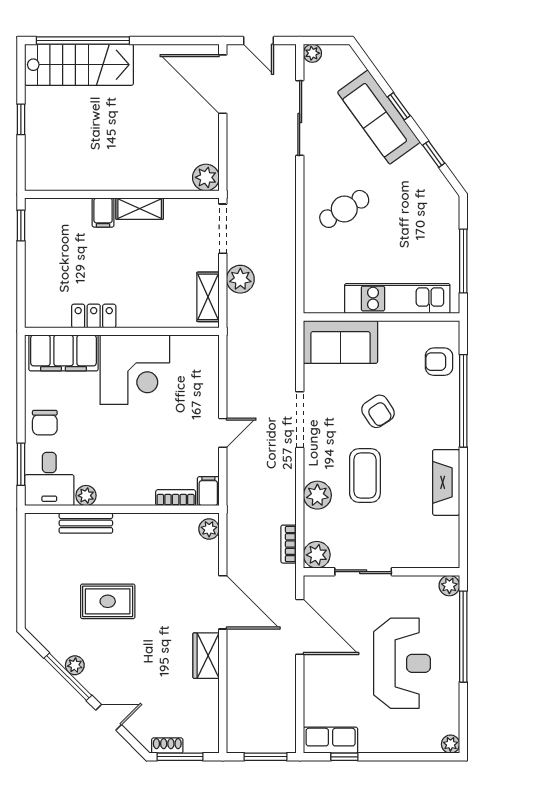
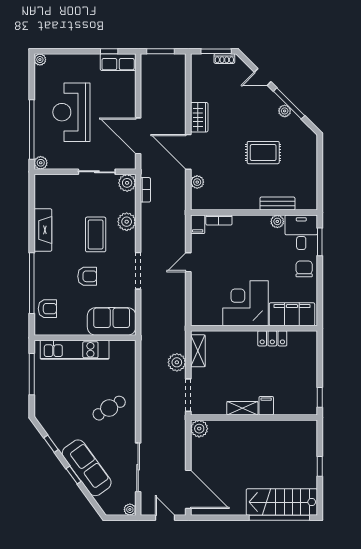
armchair: (378, 411) -> (87, 276), turned 123
plant: (209, 529) -> (197, 182), moved

